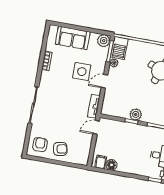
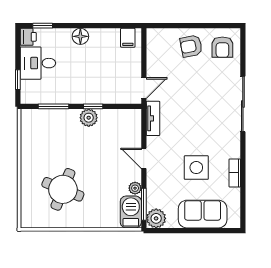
side table: (82, 72) -> (196, 168), moved
door: (104, 81) -> (144, 158), swing flipped
floor lamp: (111, 165) -> (80, 36), moved

